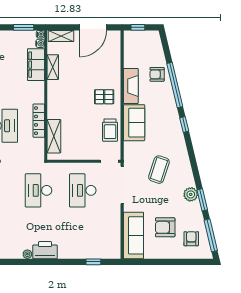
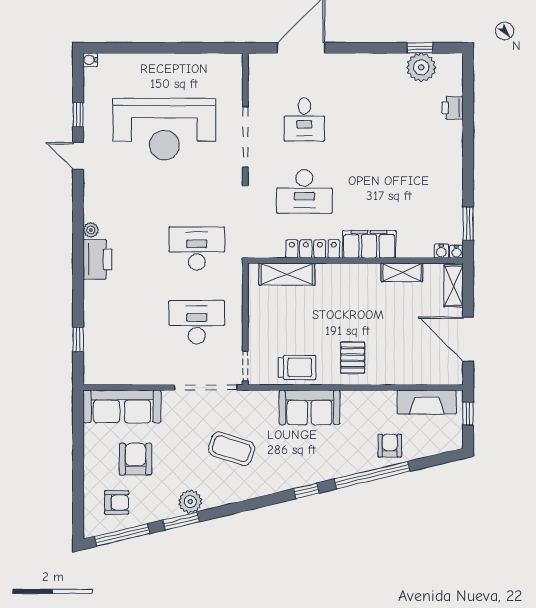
filing cabinet: (36, 65) -> (369, 244), moved
fireplace: (131, 86) -> (427, 402), moved
trolley: (110, 130) -> (297, 367), turned 180

